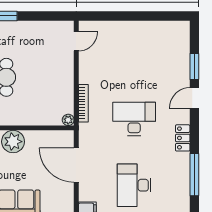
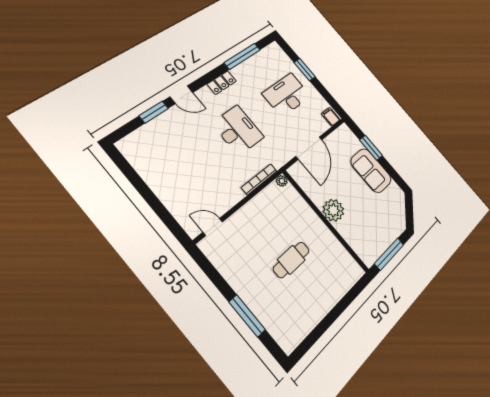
desk: (134, 119) -> (238, 130), turned 180
desk: (134, 185) -> (287, 95), turned 180

